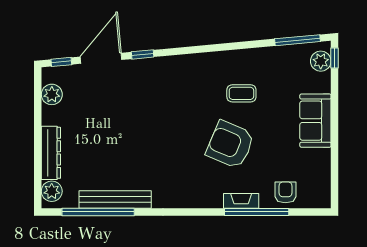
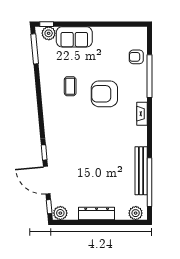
plant: (52, 94) -> (60, 213), moved
sofa: (315, 121) -> (74, 37), moved
armchair: (230, 145) -> (104, 94), turned 67
dresser: (51, 153) -> (97, 214), moved
fireplace: (241, 201) -> (142, 114), moved

